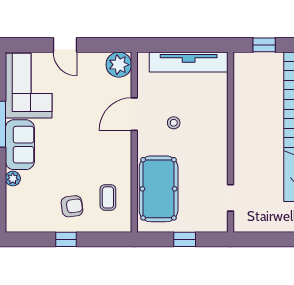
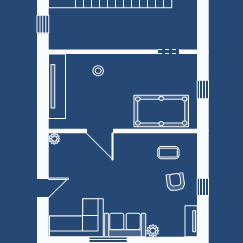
plant: (119, 65) -> (54, 139), width x0.53, depth x0.53
stool: (174, 123) -> (98, 71), moved
tv unit: (24, 225) -> (191, 221), added

